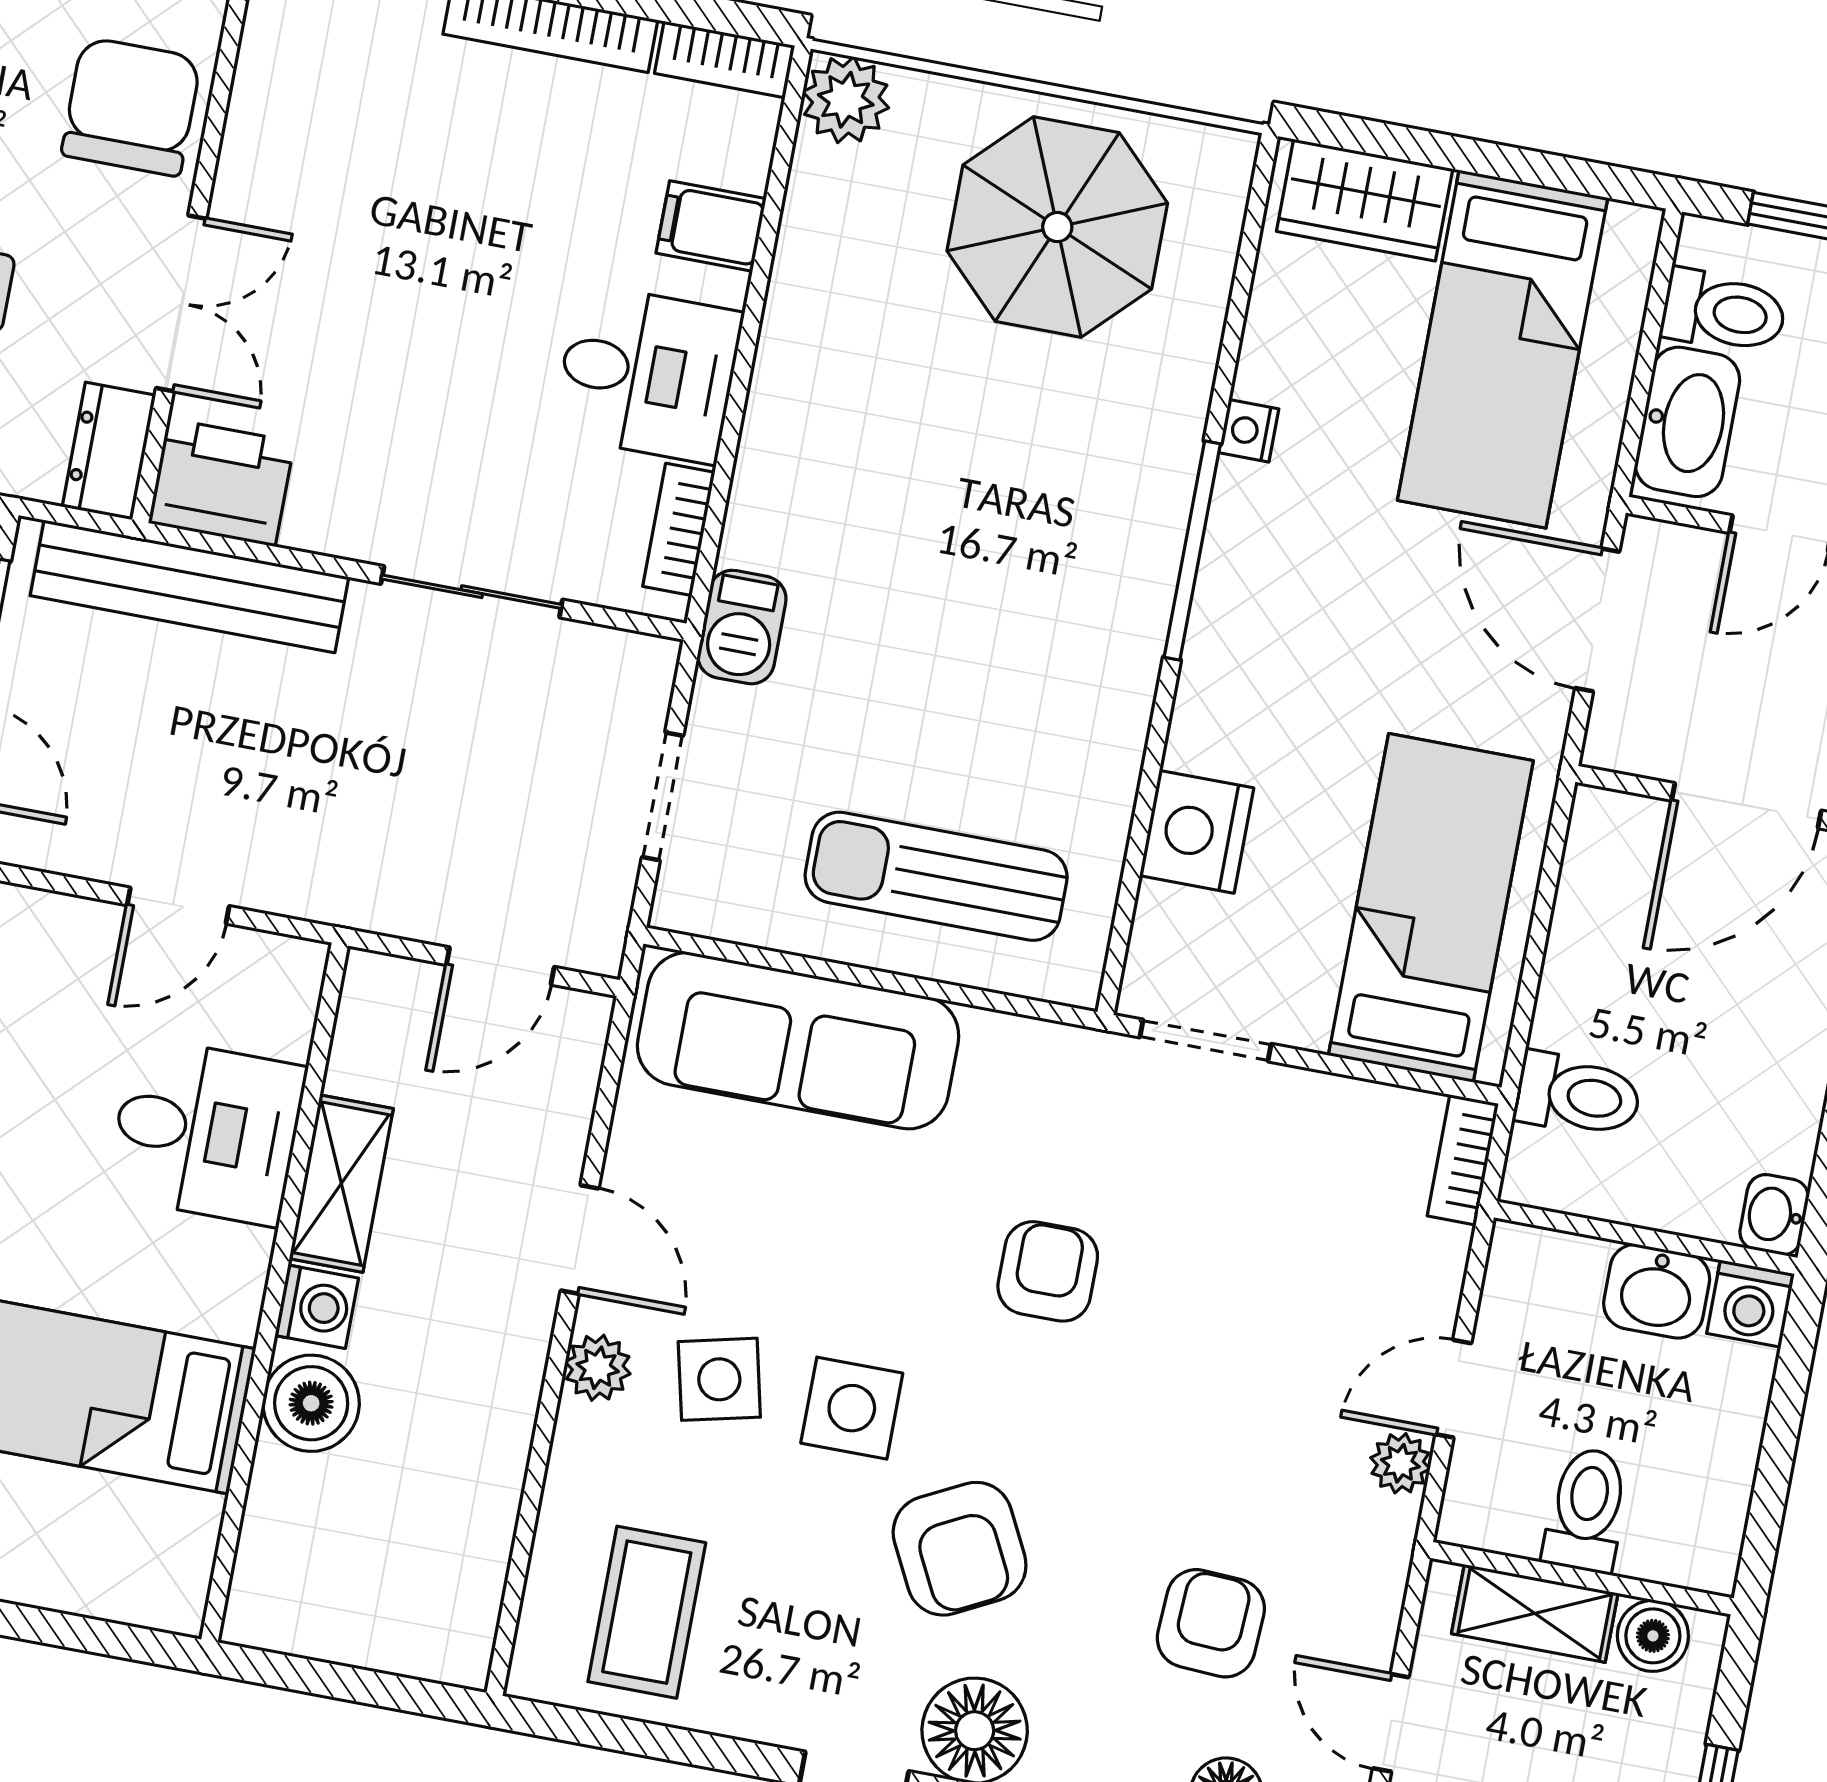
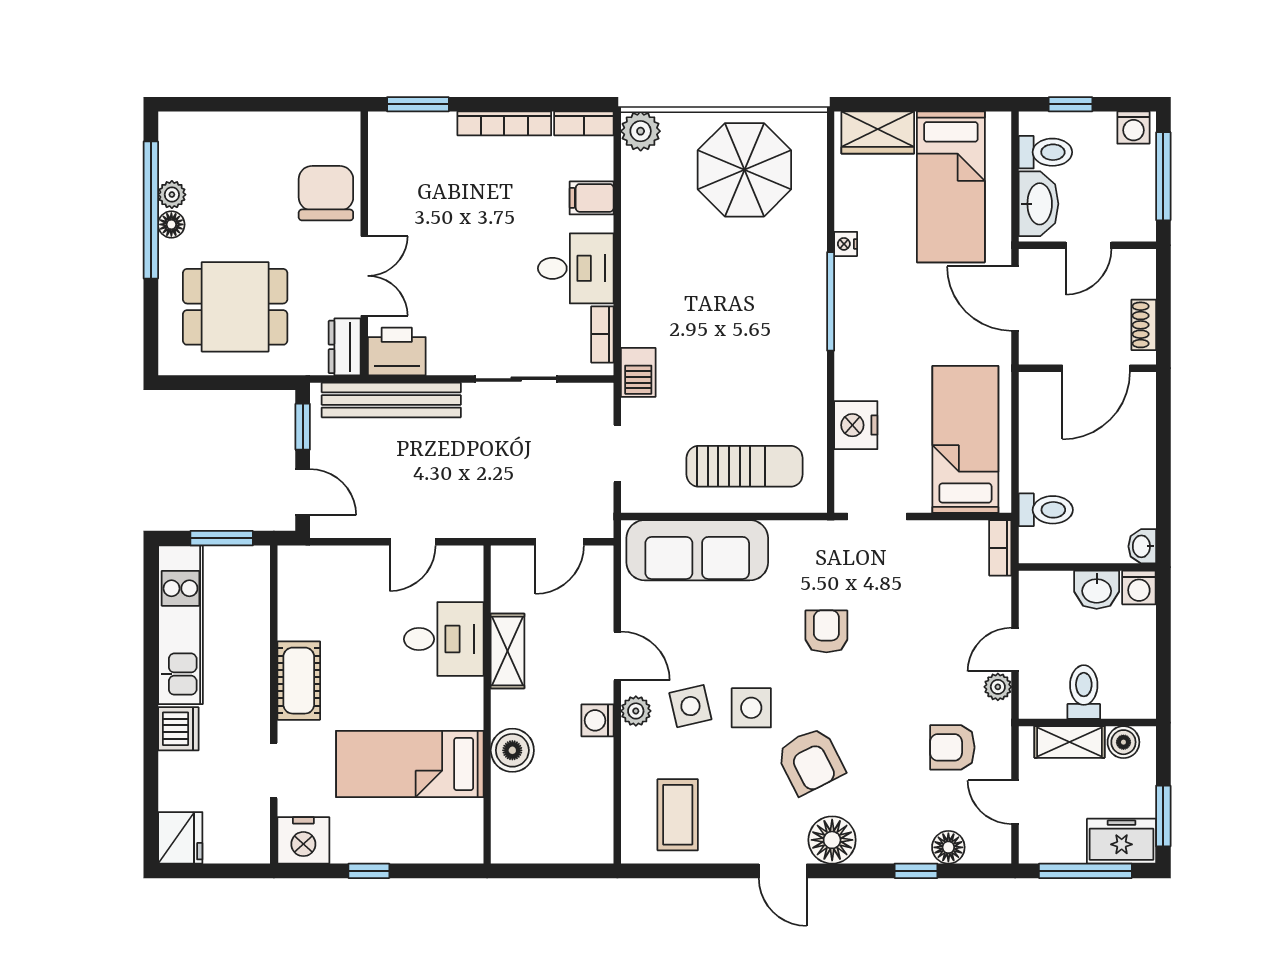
sun lounger: (936, 876) -> (745, 466), turned 180
washing machine: (317, 1307) -> (598, 720), moved, turned 180
armchair: (1211, 1623) -> (952, 747), moved, turned -93

